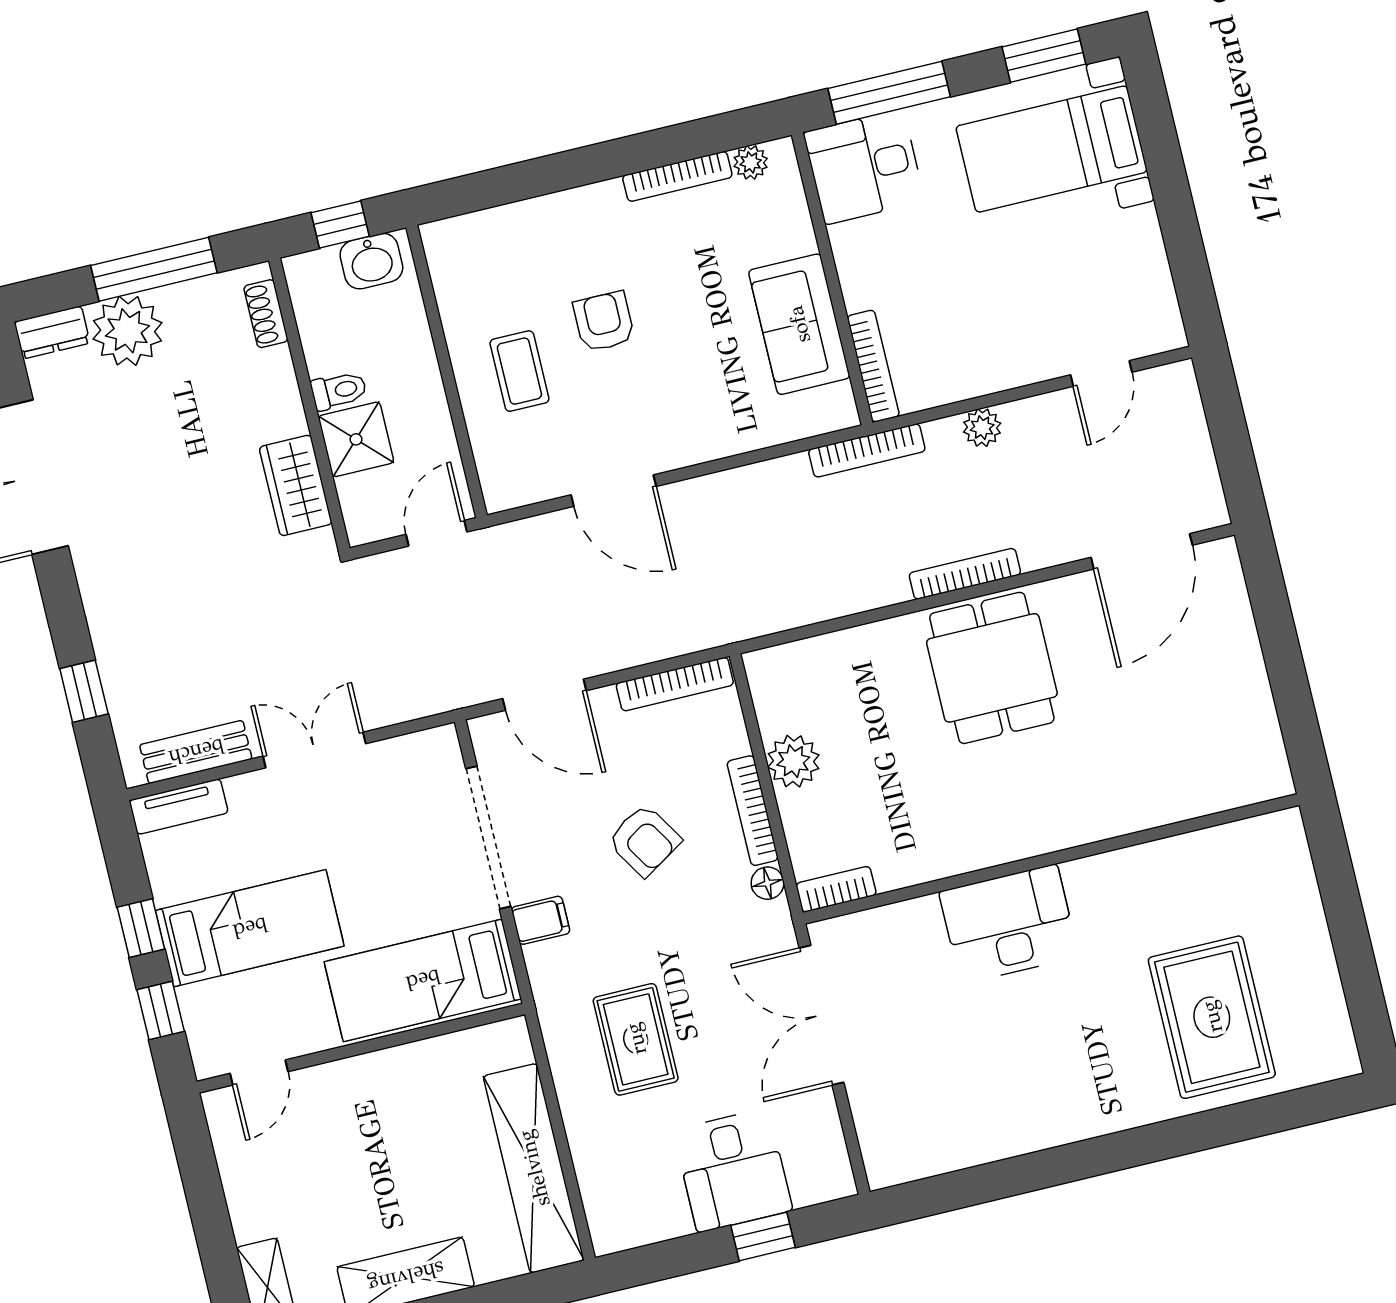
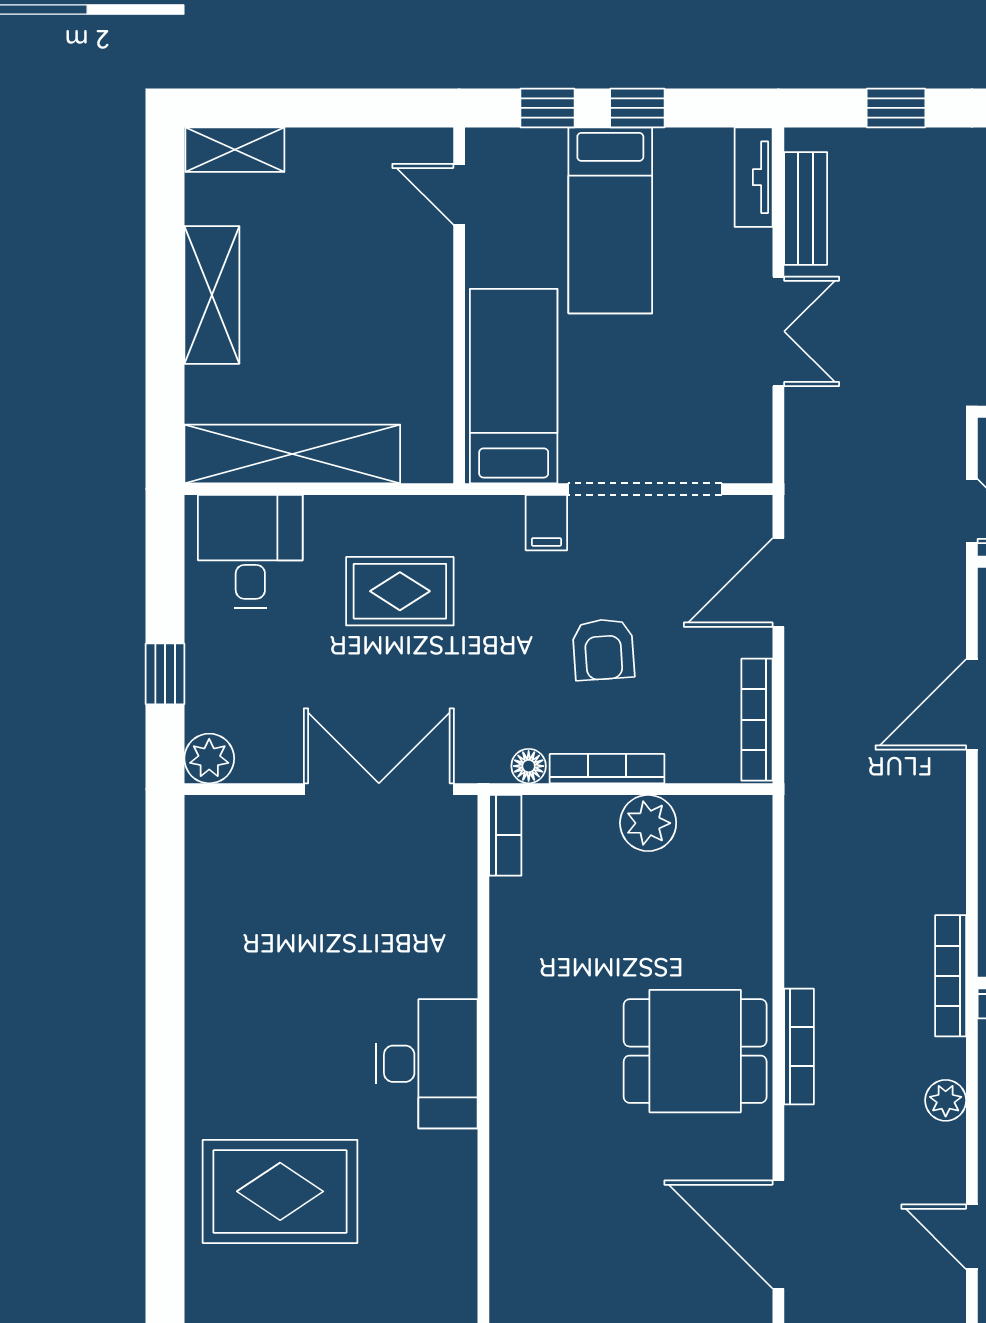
armchair: (644, 840) -> (603, 649), turned -62
desk: (1009, 924) -> (427, 1064), moved
desk: (733, 1170) -> (250, 551), moved, turned 90
plant: (831, 1177) -> (209, 758), added

